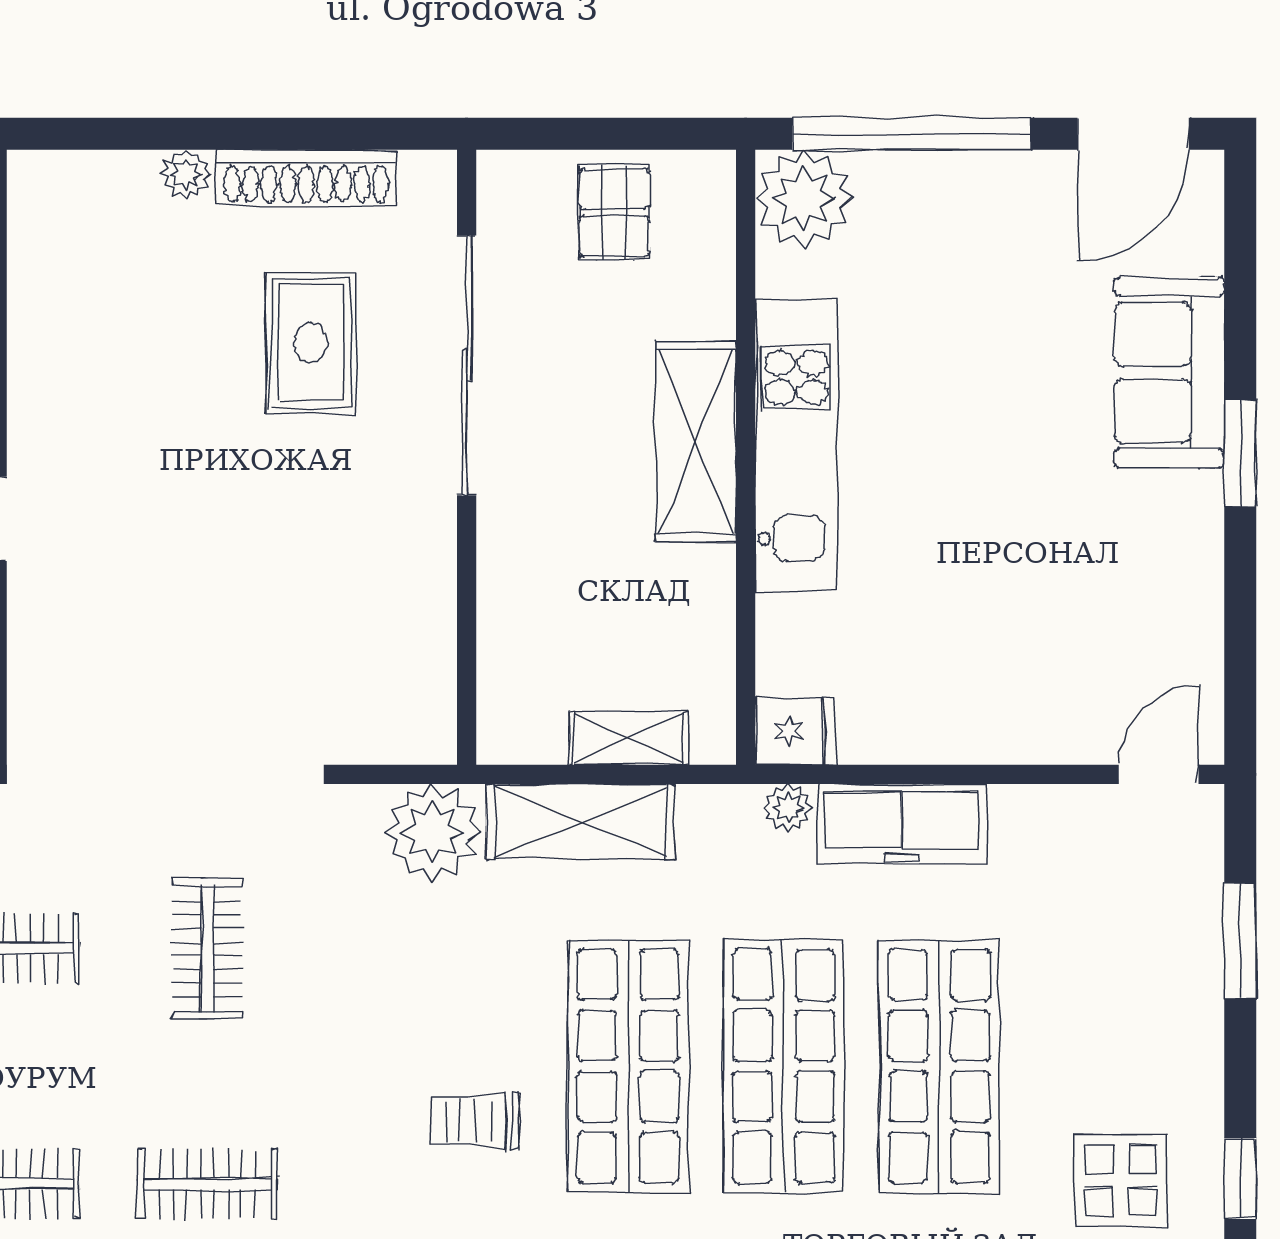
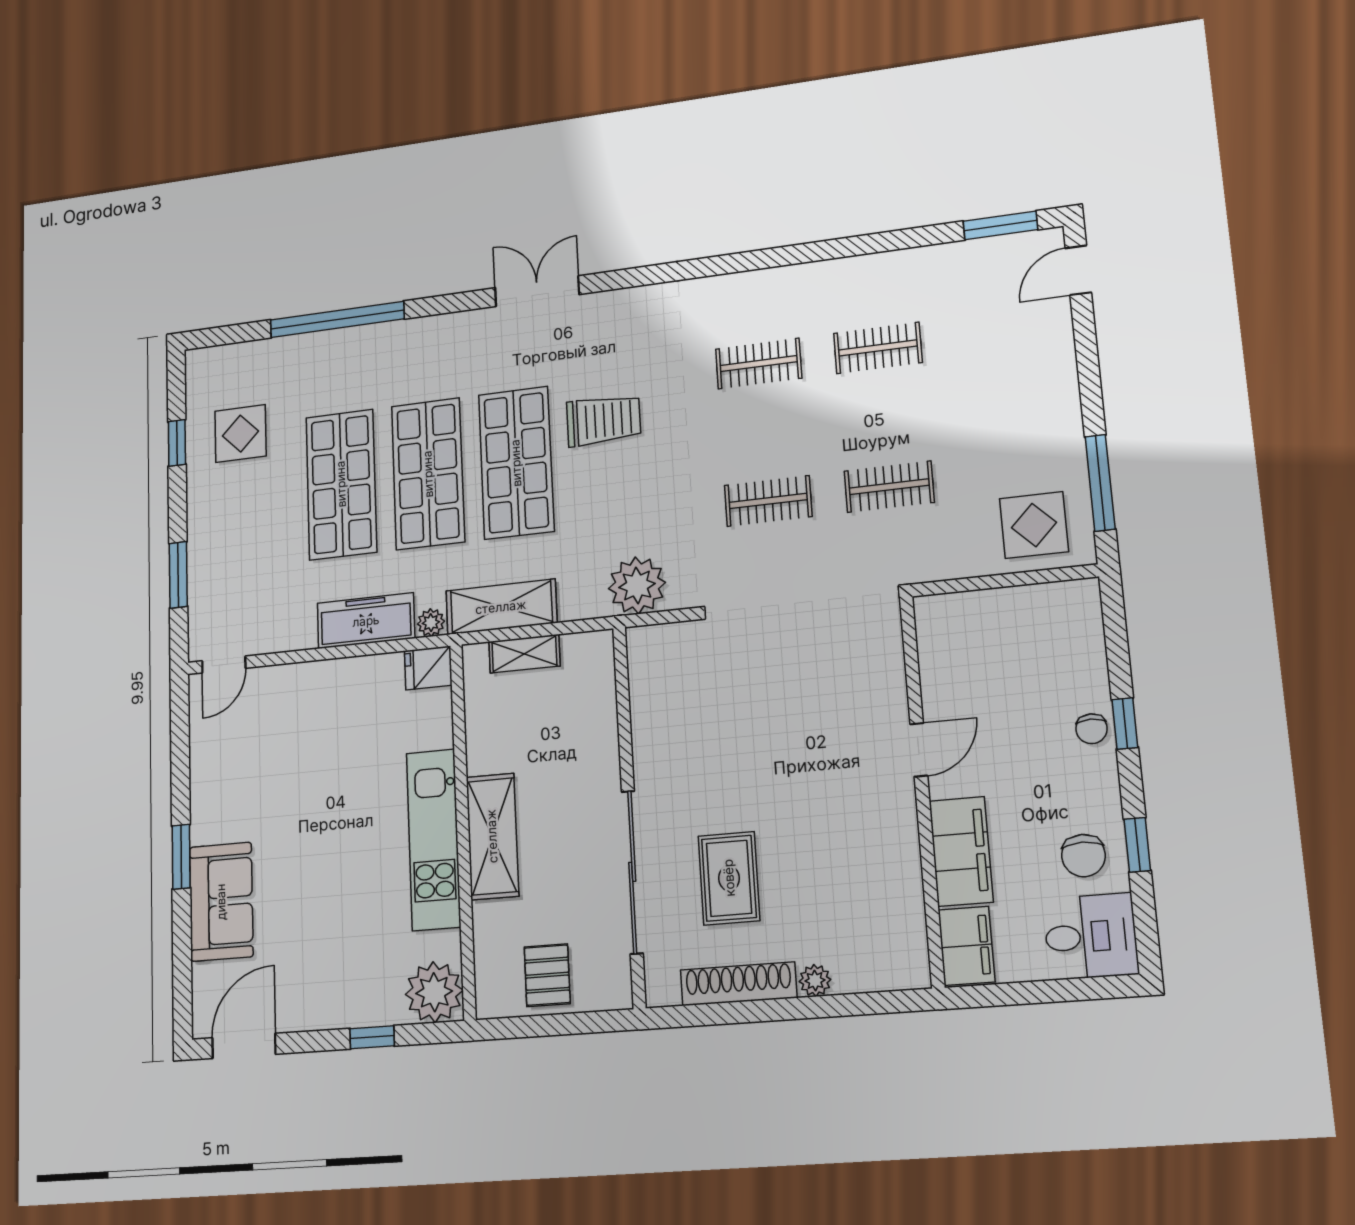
window: (912, 134) -> (372, 1037), width x0.32
shelving: (580, 822) -> (501, 607), moved
clothes rail: (207, 949) -> (768, 501), turned 90
trolley: (474, 1121) -> (604, 420), width x1.36, depth x1.39

